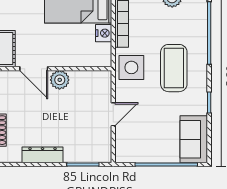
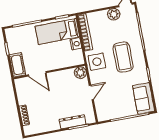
plant: (60, 80) -> (80, 73), moved
dresser: (43, 155) -> (73, 122), moved

